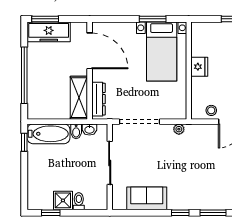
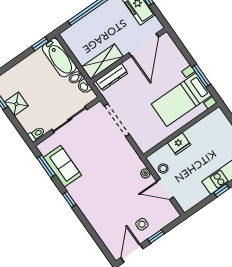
fridge: (199, 67) -> (179, 144), moved
plant: (179, 129) -> (145, 173), moved
toilet: (79, 201) -> (36, 134), moved
window: (213, 213) -> (46, 166), moved

